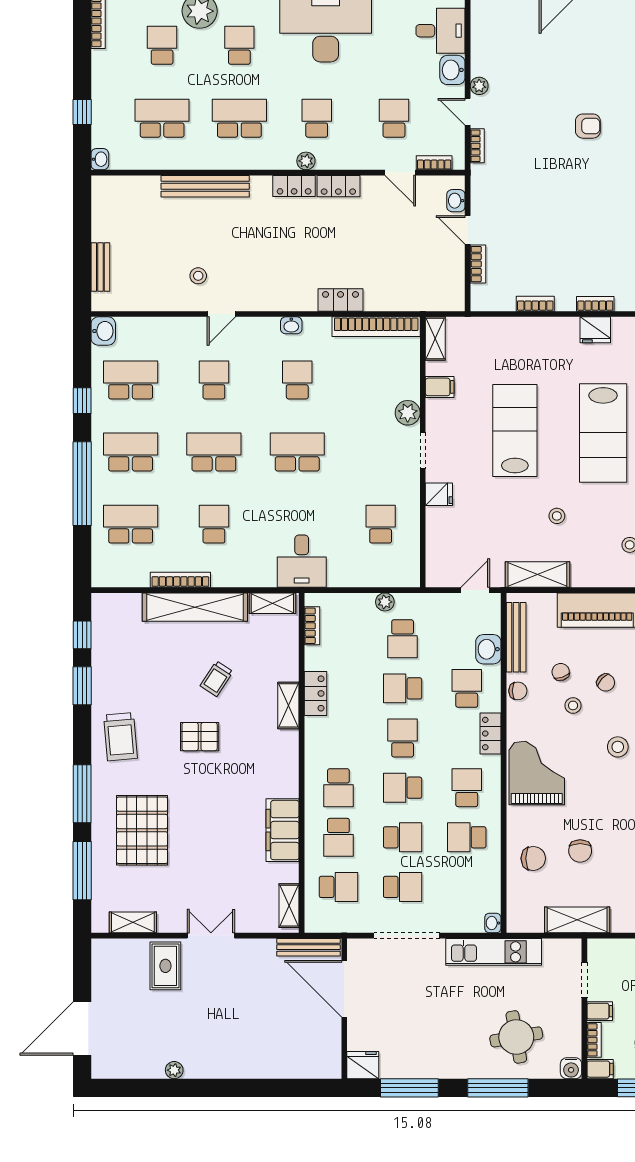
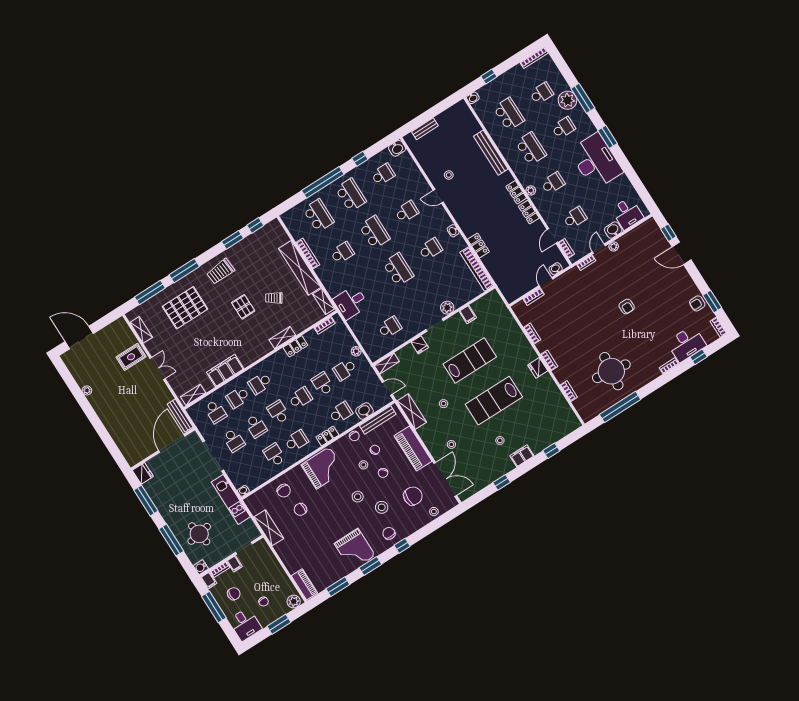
shelving: (435, 339) -> (387, 363), moved
school desk: (131, 380) -> (383, 174), width x0.54

